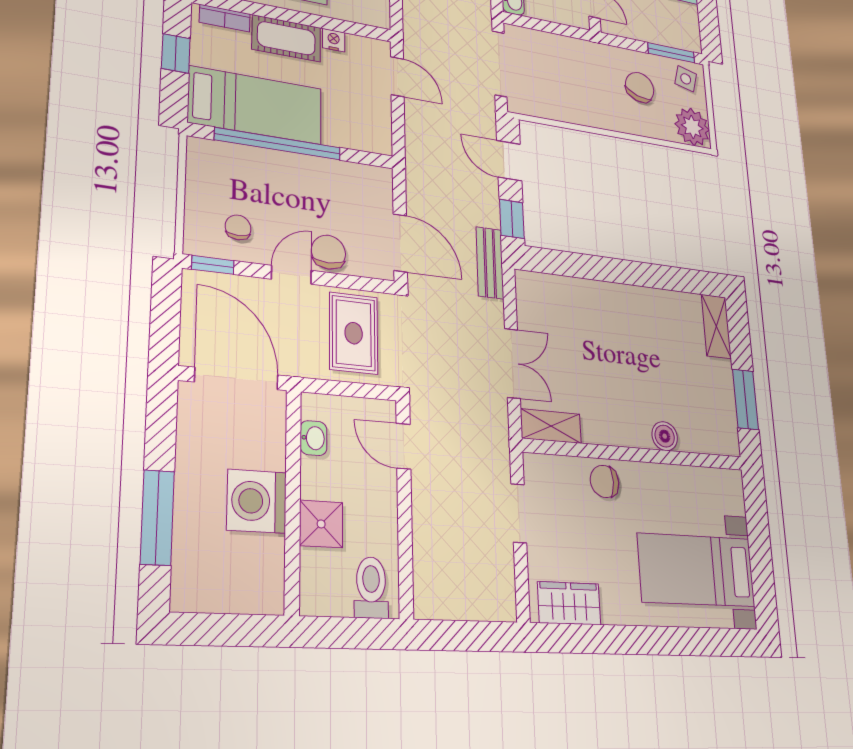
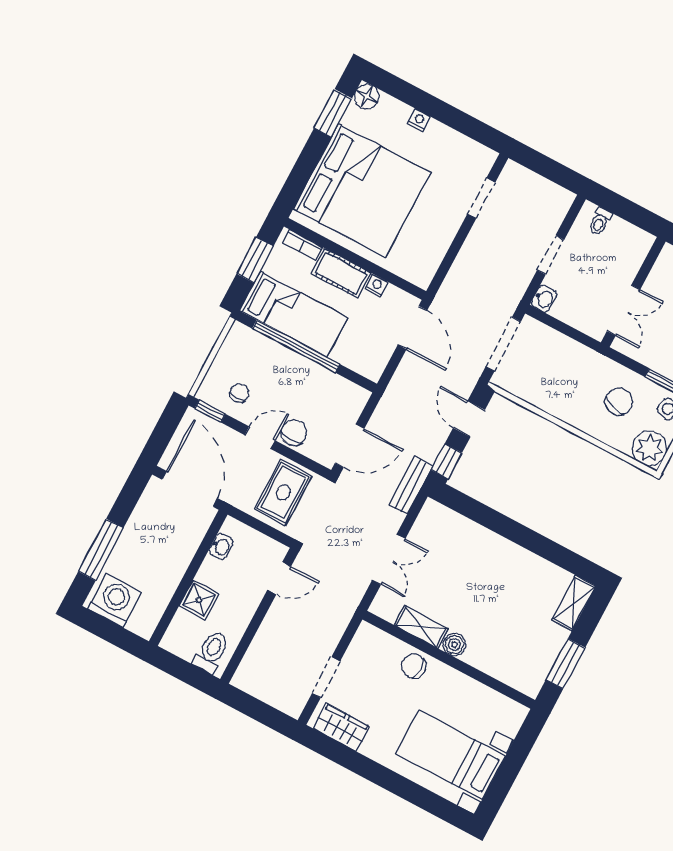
window: (176, 53) -> (255, 260), width x1.50
door: (397, 77) -> (412, 328), width x1.38
door: (400, 243) -> (350, 446), hinge flipped
shelving: (551, 426) -> (421, 627), moved
boiler: (665, 436) -> (454, 645), moved
door: (404, 446) -> (279, 578), swing flipped
washing machine: (257, 501) -> (115, 600), moved, turned 90
doorway: (519, 513) -> (326, 677), moved

